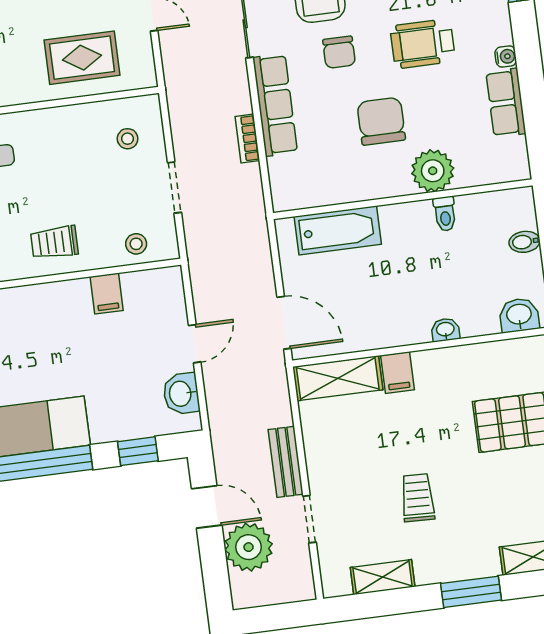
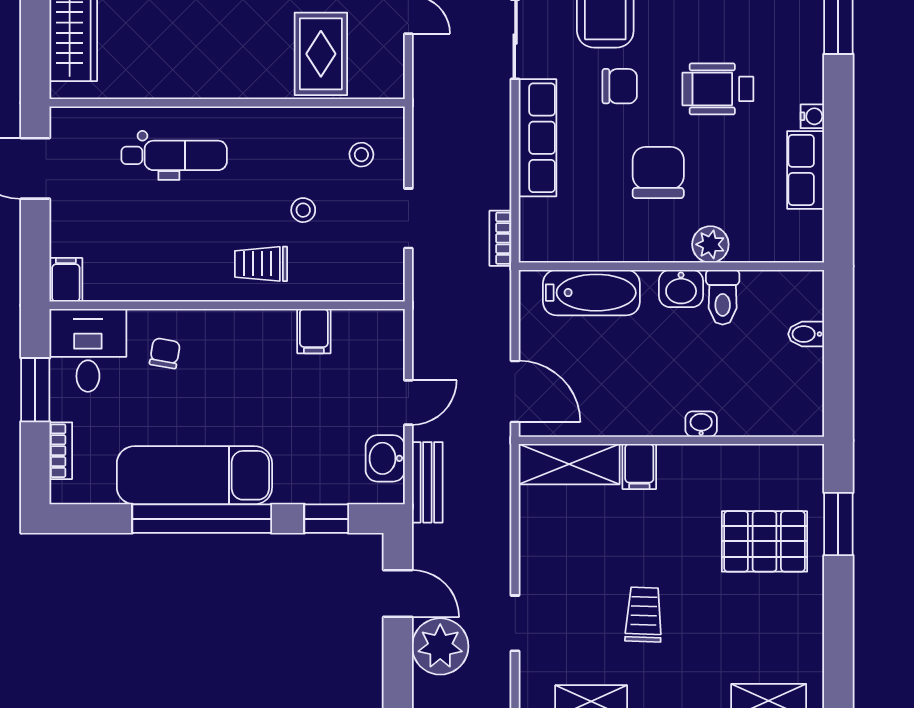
chair: (339, 52) -> (620, 86), turned -90
rug: (82, 58) -> (321, 54), turned 90
bookcase: (247, 138) -> (500, 238), moved
plant: (433, 171) -> (710, 244), width x0.73, depth x0.73
toilet: (445, 214) -> (723, 297), width x1.37, depth x1.39
stool: (136, 244) -> (303, 210), moved
washbasin: (519, 315) -> (681, 288), moved, turned 180
bench: (286, 462) -> (427, 482), moved

